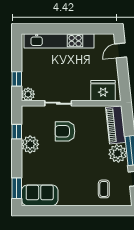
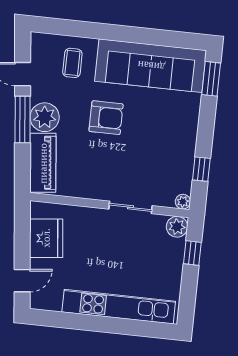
fridge: (103, 91) -> (46, 238), moved, turned -96
armchair: (65, 131) -> (106, 118), moved
plant: (30, 144) -> (183, 202), moved, width x0.53, depth x0.53
sofa: (40, 195) -> (151, 66), width x1.85, depth x1.27

